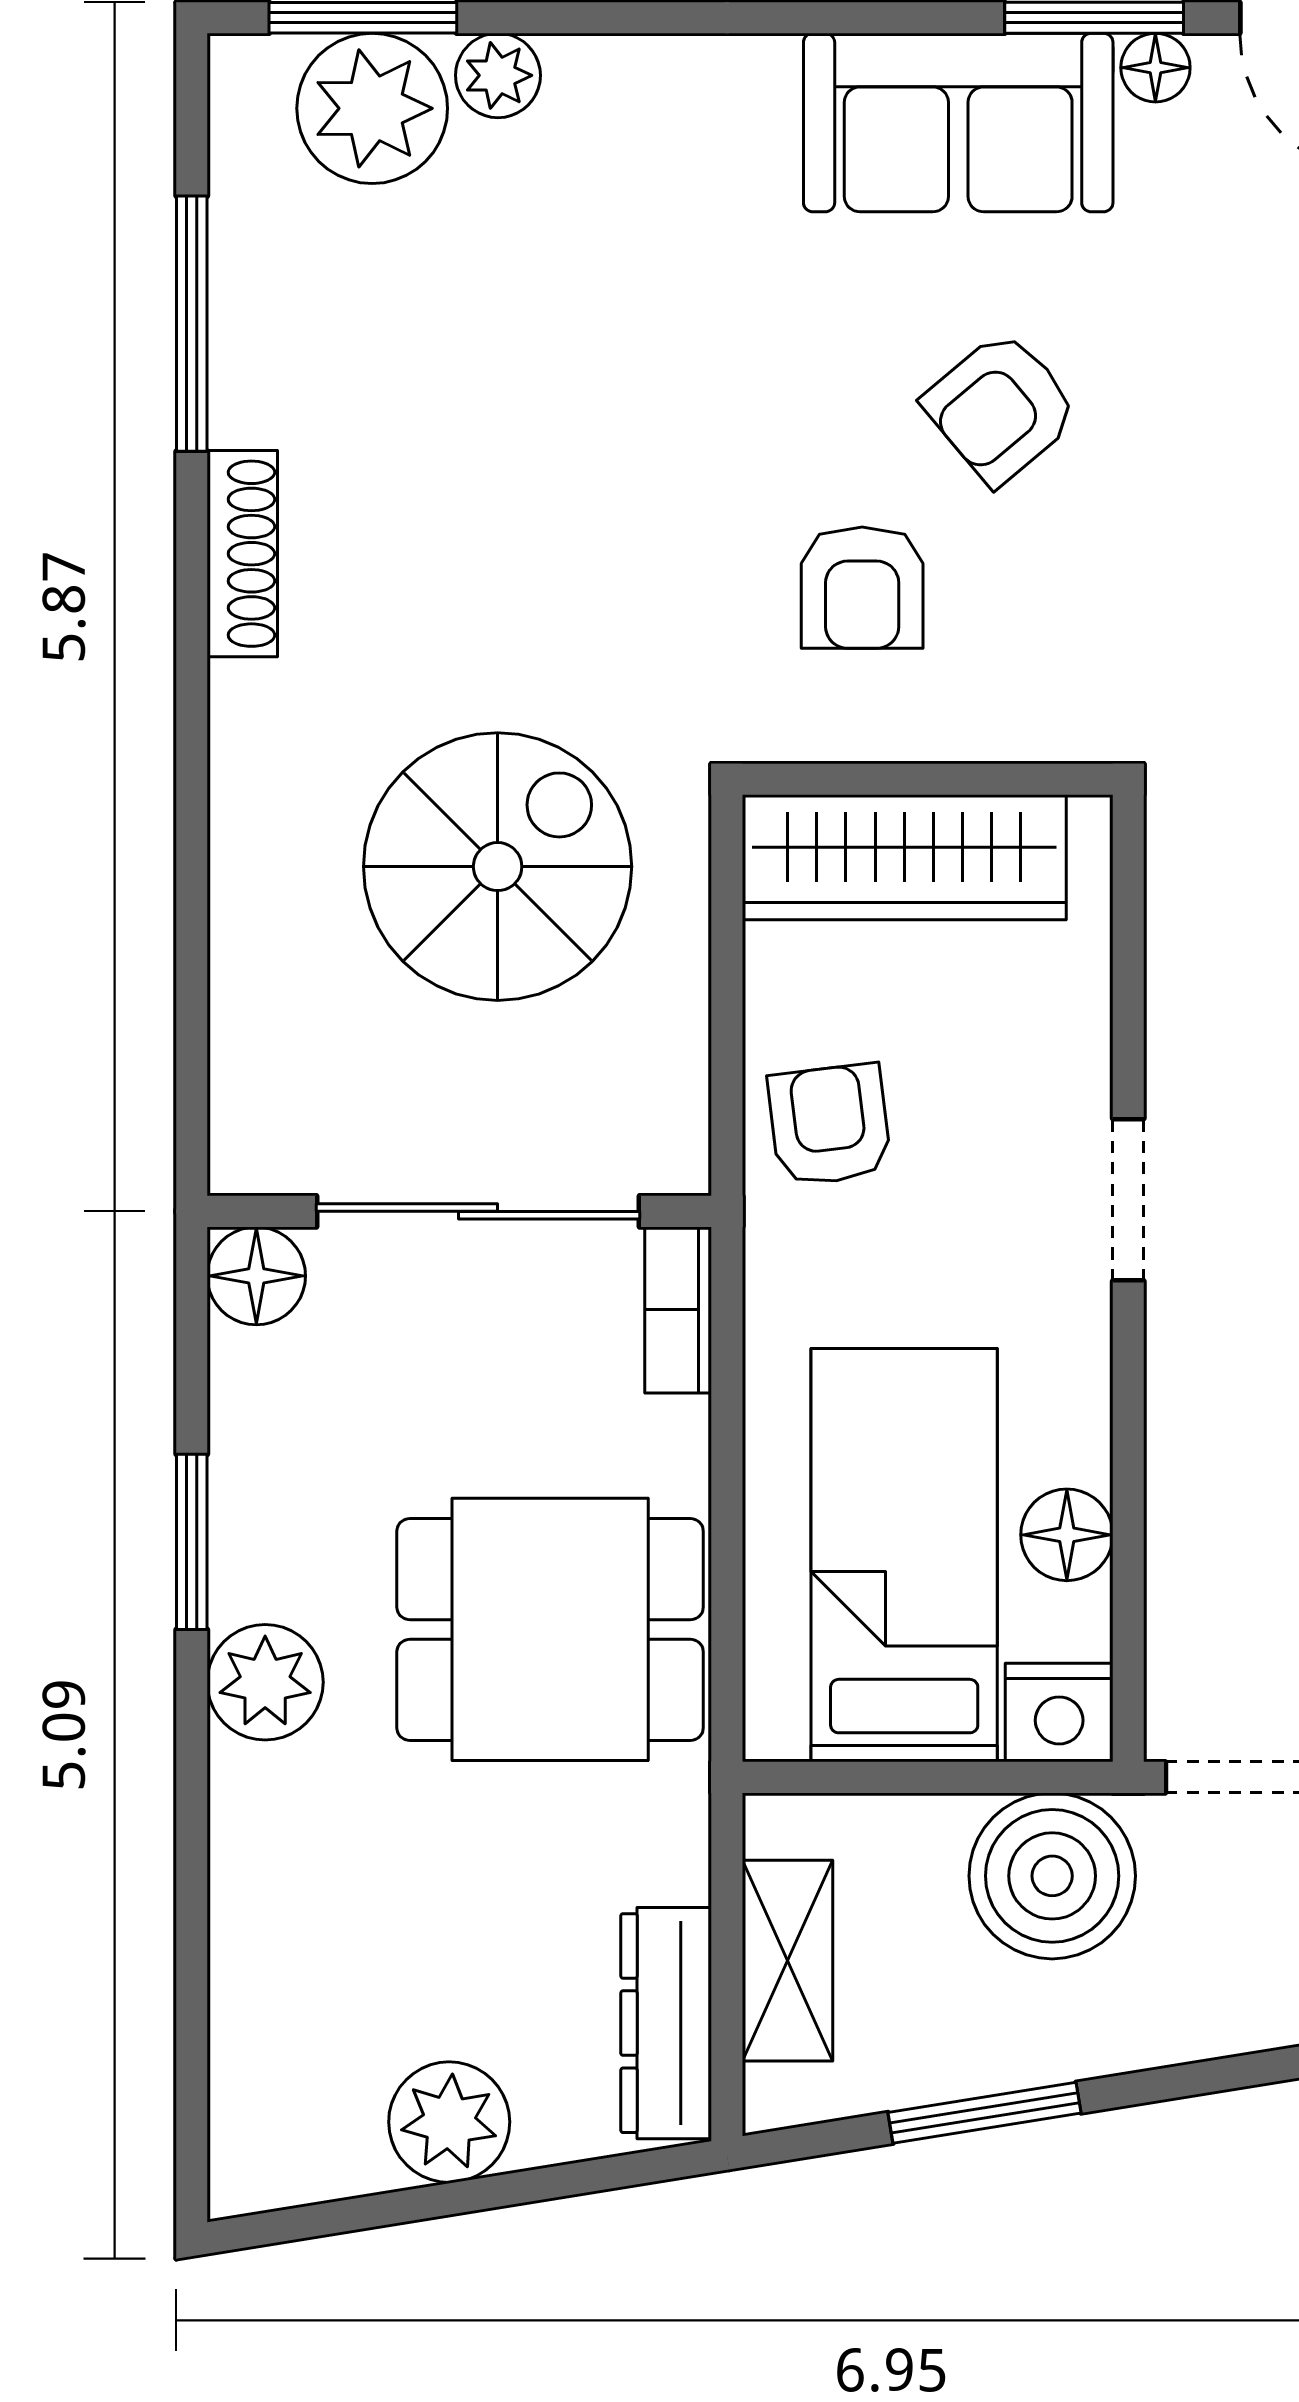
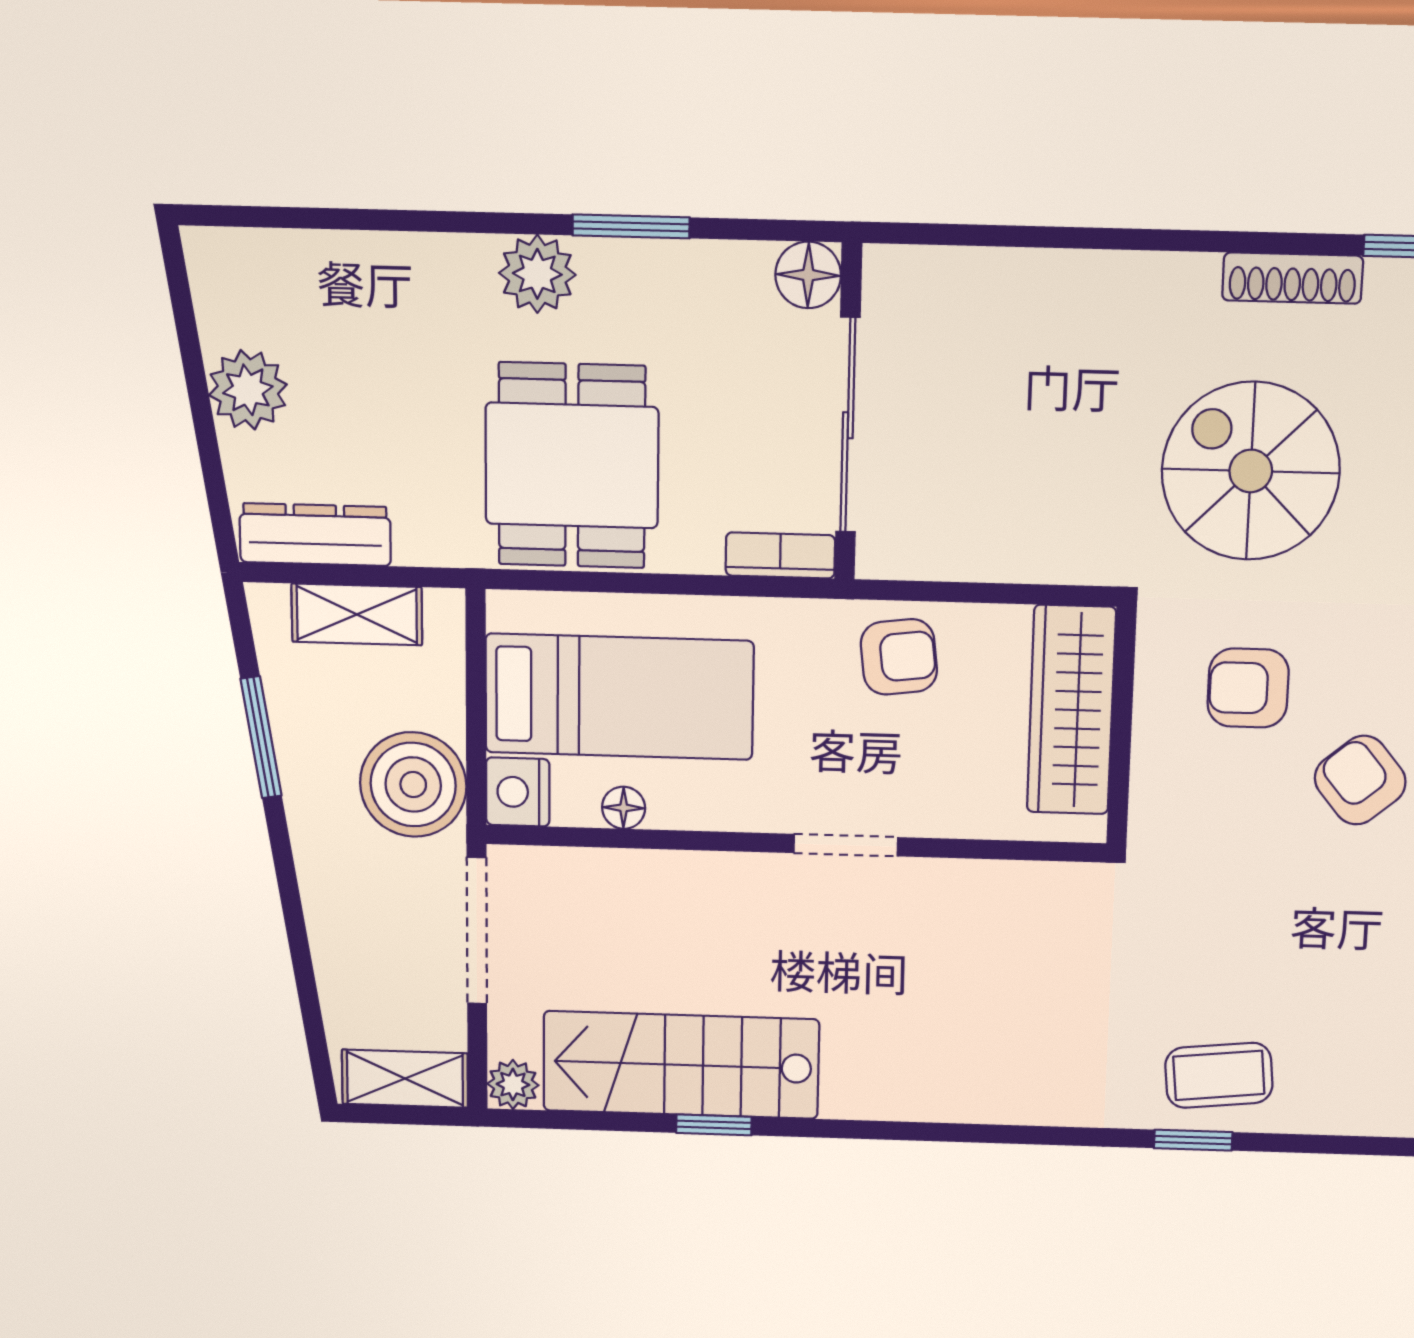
spiral stairs: (498, 867) -> (1251, 471), moved, turned 180
floor lamp: (1067, 1535) -> (624, 808), width x0.73, depth x0.73

